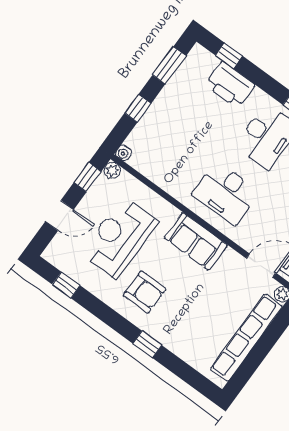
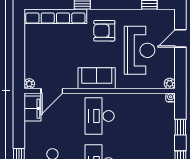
window: (88, 177) -> (180, 70), removed
desk: (226, 193) -> (100, 116), turned -90
row of seats: (246, 338) -> (55, 16), moved, turned 90

